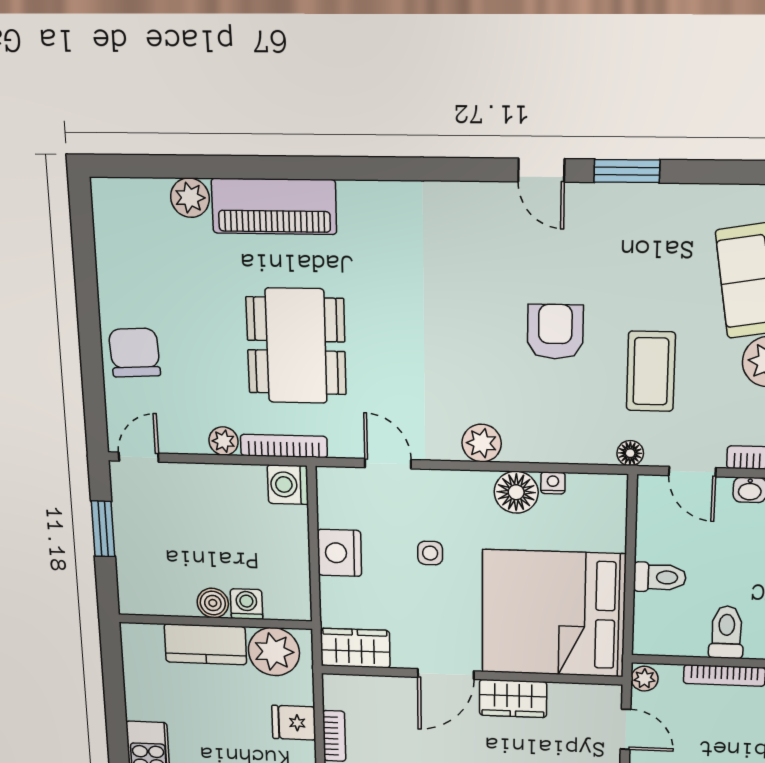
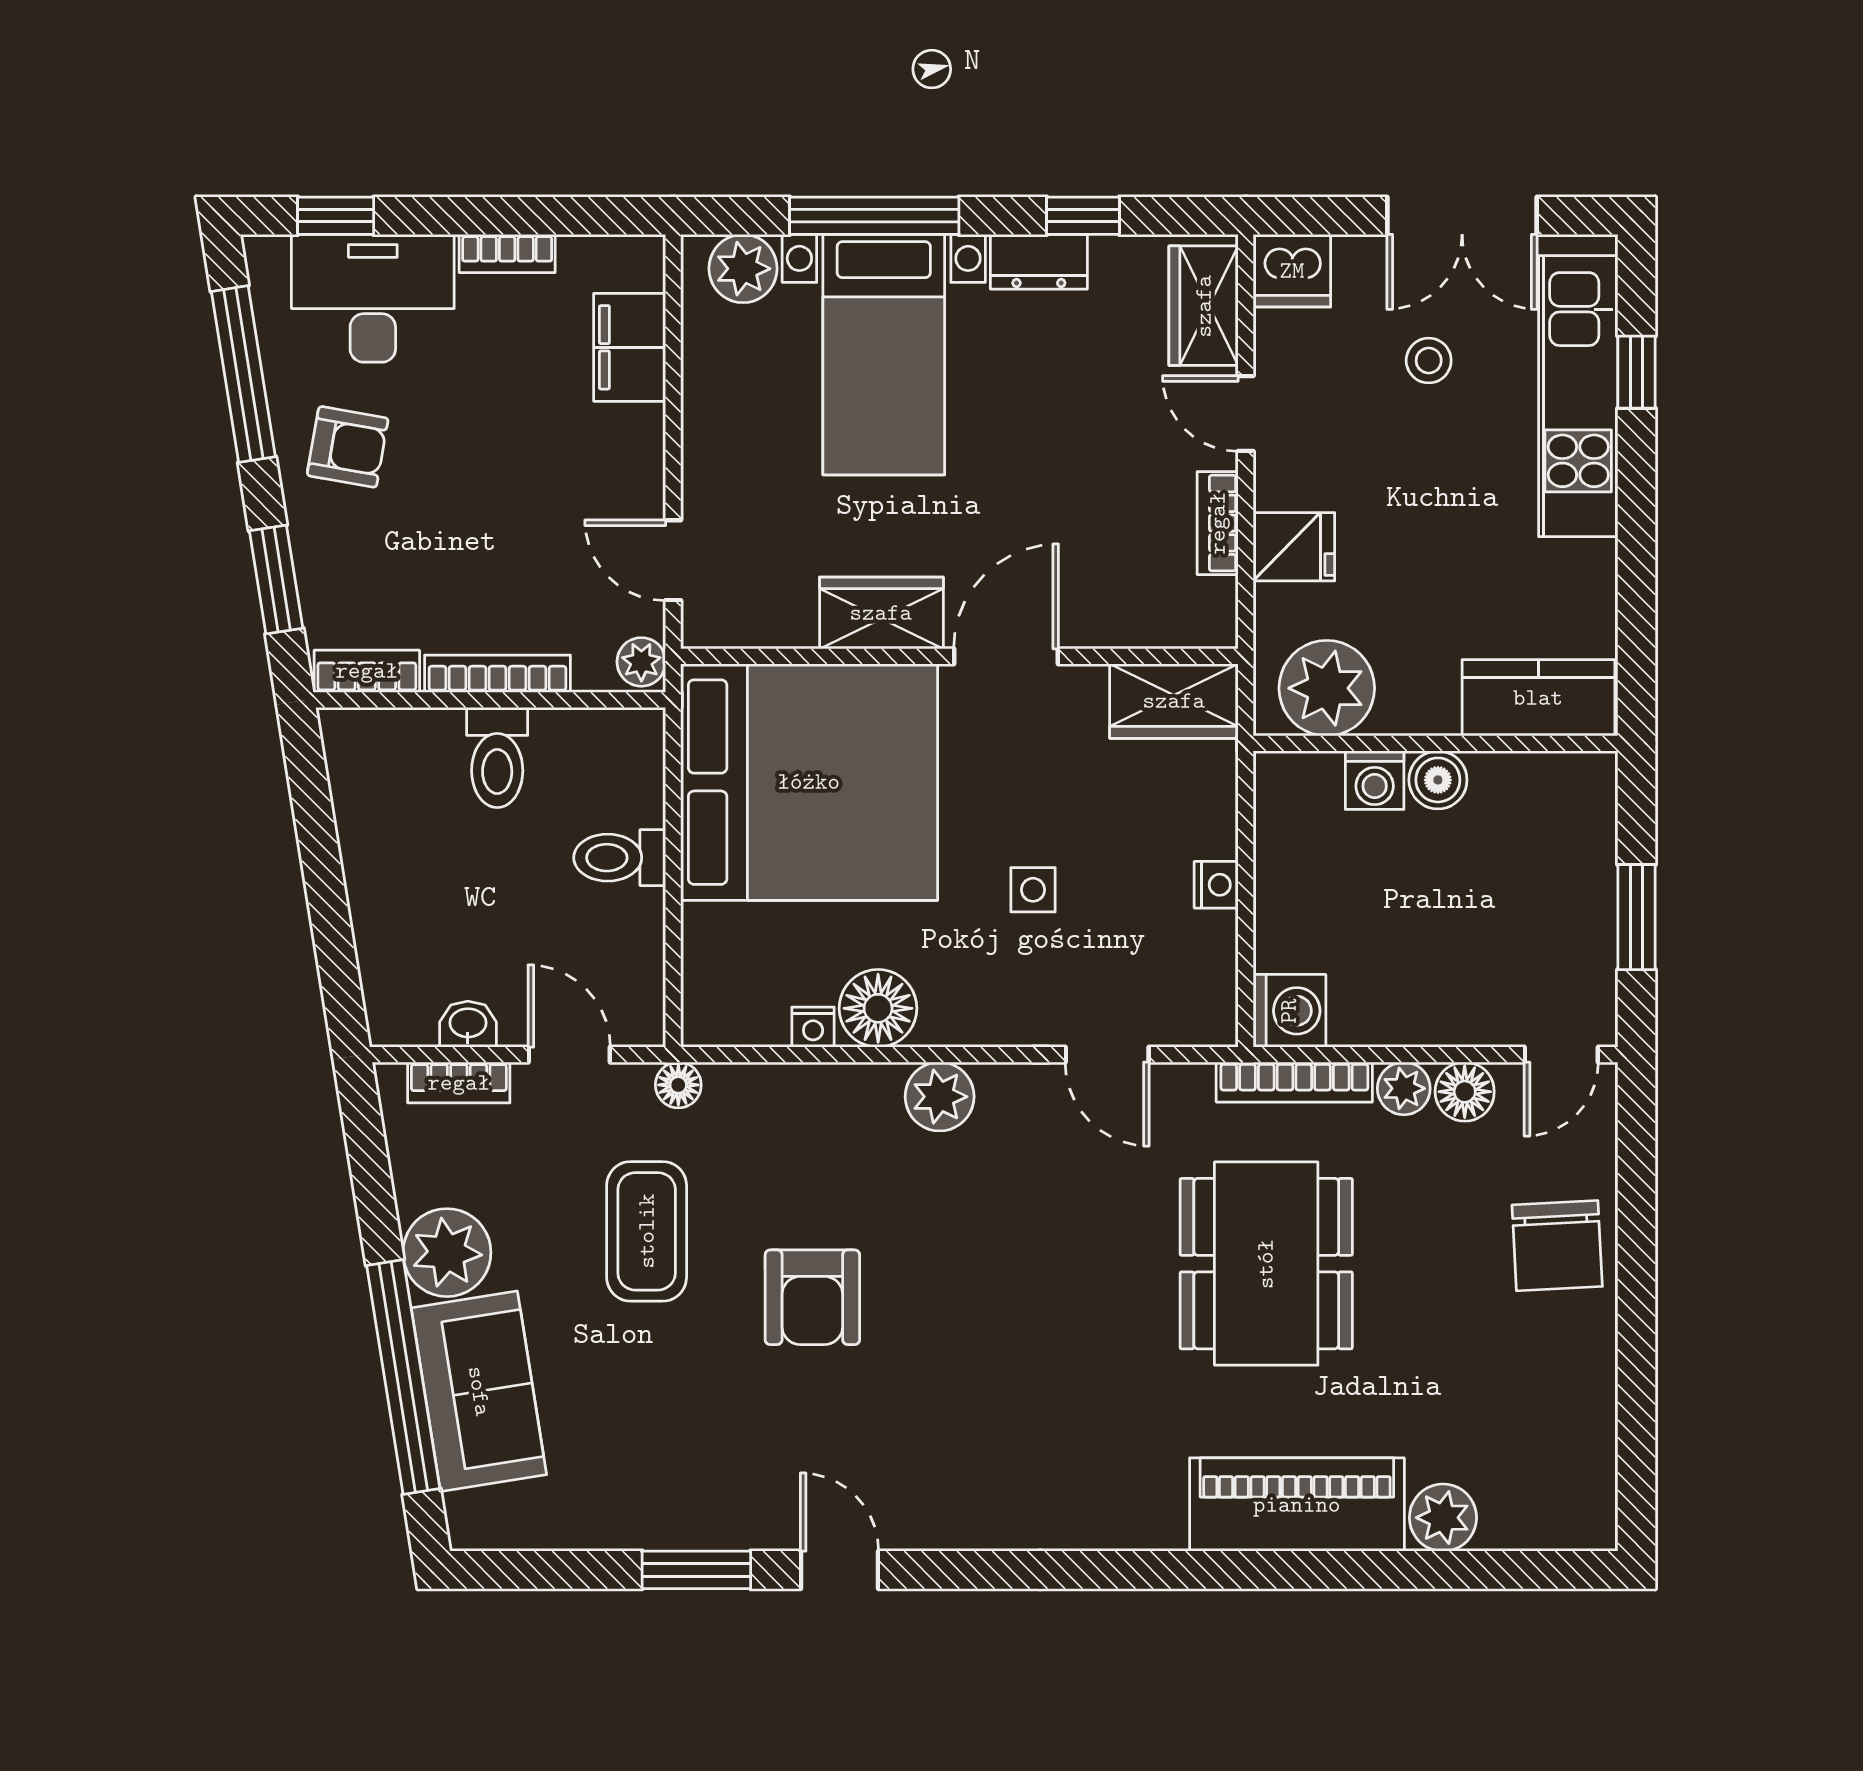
floor lamp: (190, 438) -> (1465, 1092), added
nightstand: (339, 553) -> (1216, 885), width x0.53, depth x0.56
kitchen counter: (205, 644) -> (1538, 698), moved

